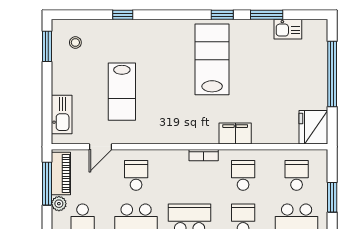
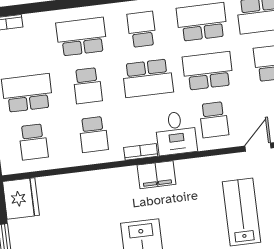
filing cabinet: (235, 133) -> (156, 175), moved
desk: (171, 168) -> (176, 133), added

